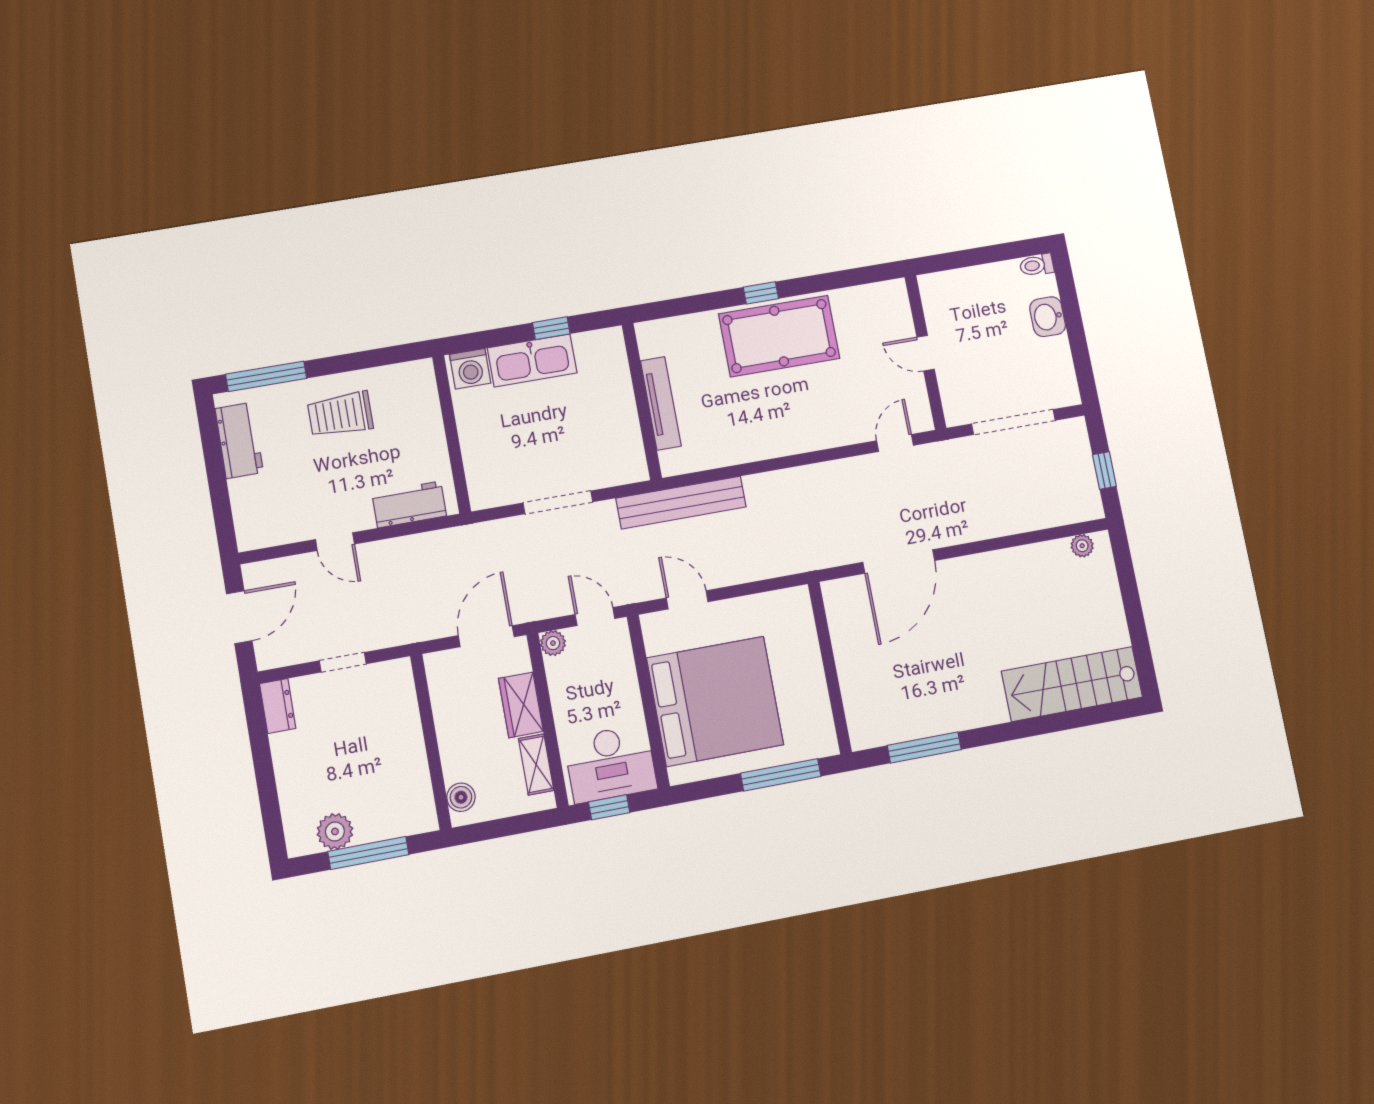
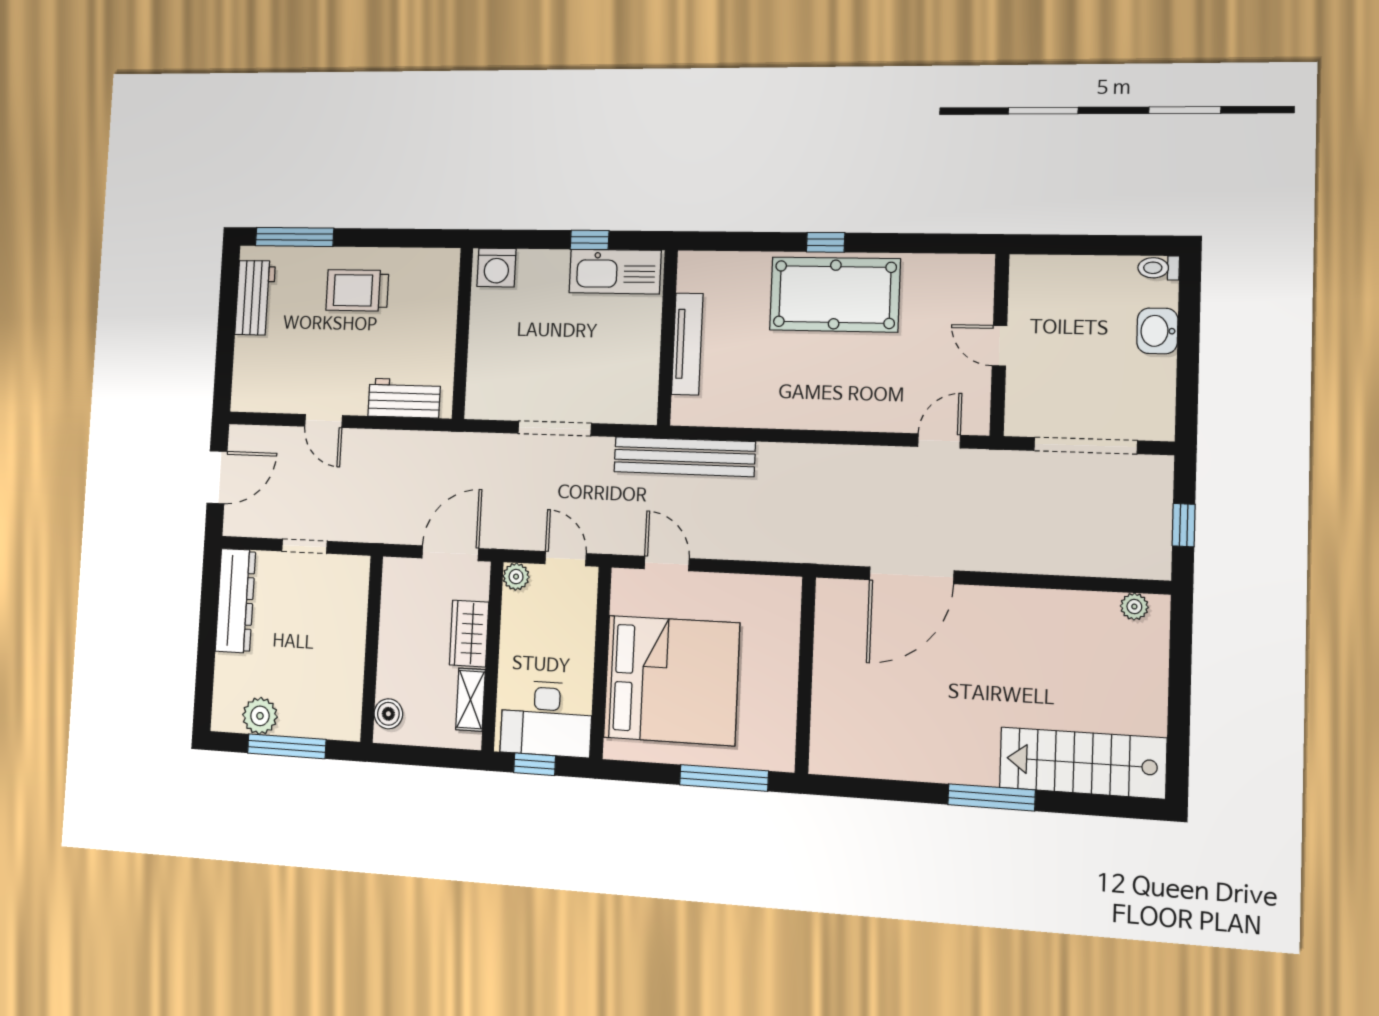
kitchen sink: (532, 360) -> (615, 272), moved
dresser: (278, 706) -> (235, 601), width x1.96, depth x1.24
window: (924, 748) -> (991, 797), moved

